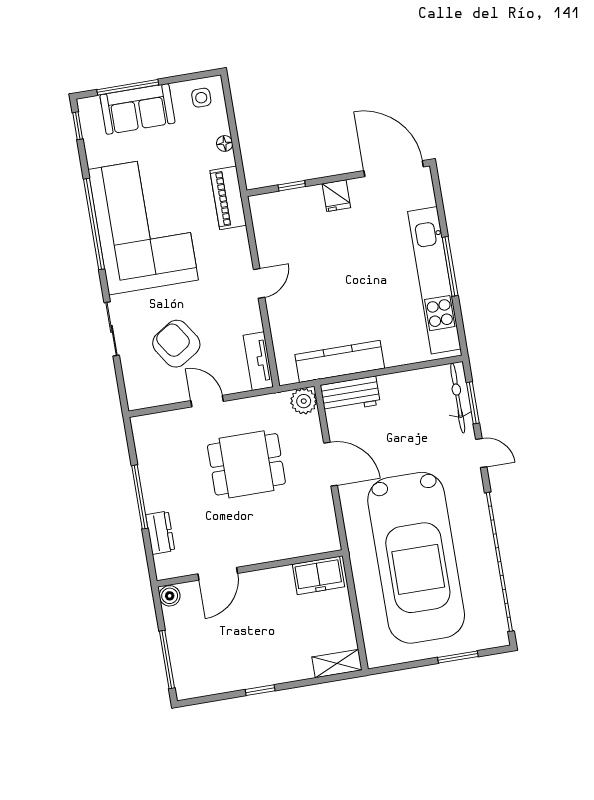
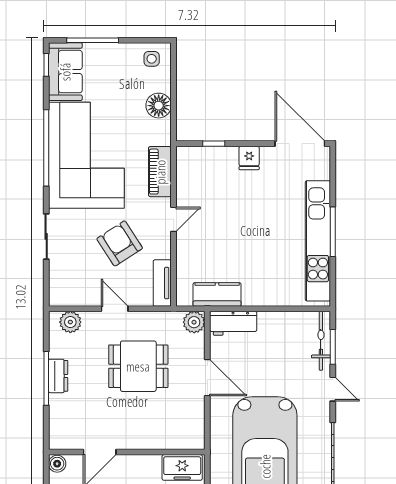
sofa: (137, 109) -> (65, 72), moved, turned -90
floor lamp: (225, 143) -> (159, 106), width x1.89, depth x1.89
piano: (228, 198) -> (160, 172), moved
armchair: (176, 344) -> (120, 243), moved
kitchen counter: (340, 361) -> (217, 294), width x0.67
plant: (157, 425) -> (70, 322), added
dresser: (160, 533) -> (58, 376), moved

